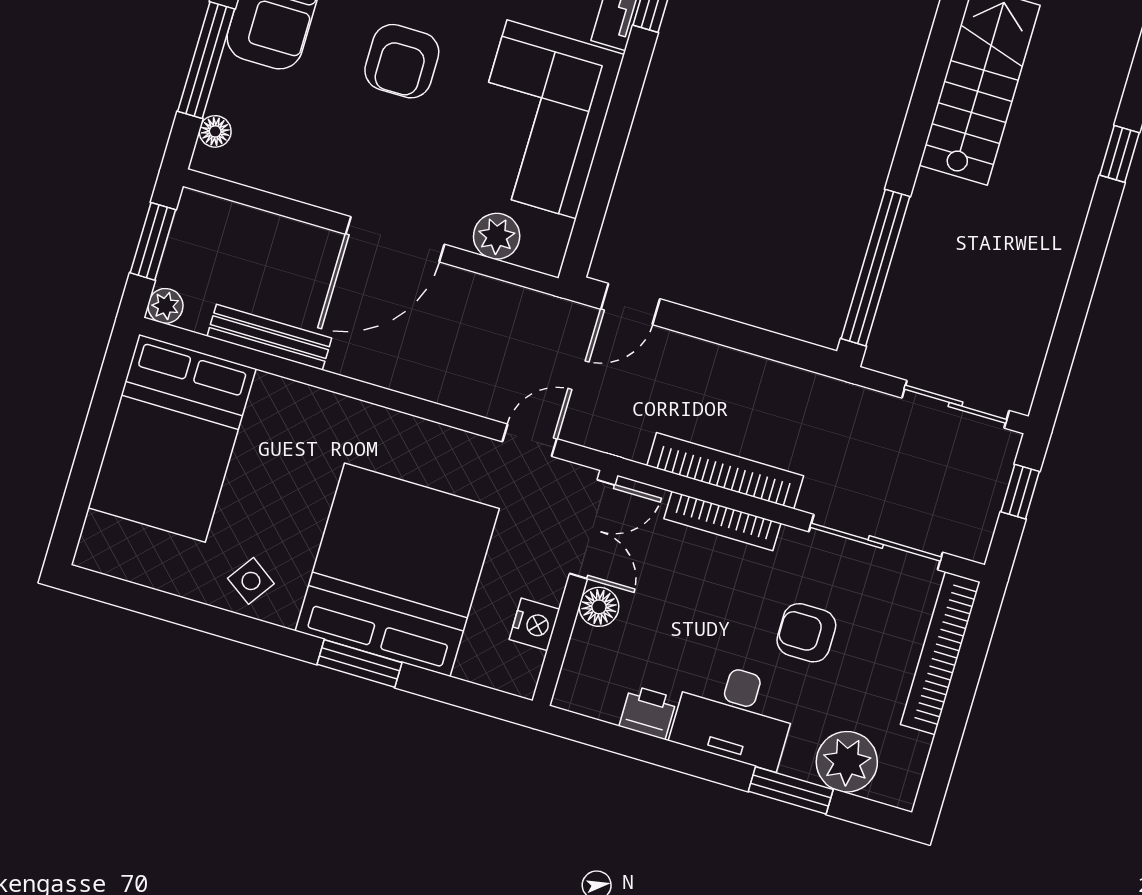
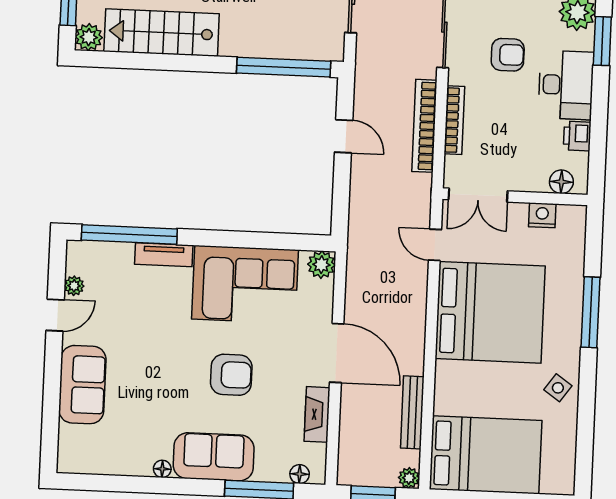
fireplace: (304, 183) -> (317, 414), added
plant: (497, 236) -> (321, 265), moved
door: (630, 304) -> (344, 136), moved
double door: (592, 529) -> (478, 195), swing flipped
bed: (397, 570) -> (490, 312), moved, turned 180
floor lamp: (599, 607) -> (561, 182), moved
armchair: (806, 633) -> (508, 55), turned -90
window: (359, 663) -> (590, 312), width x1.44

